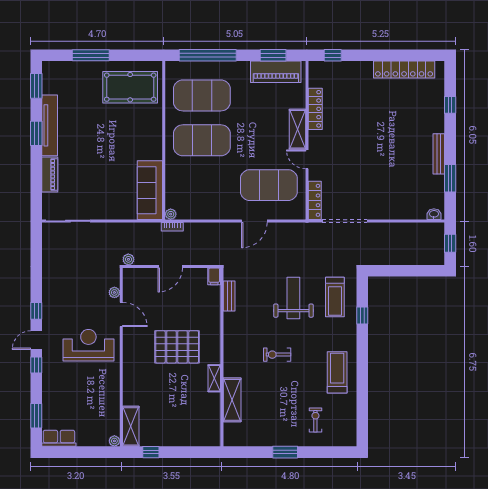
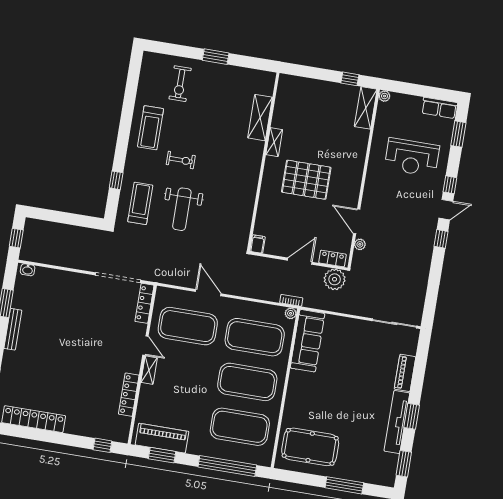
shelving: (297, 129) -> (149, 370), width x0.67, depth x0.75
exercise mat: (202, 185) -> (255, 337), added
door: (254, 221) -> (208, 293), hinge flipped
plant: (128, 259) -> (335, 279), width x1.88, depth x1.88
locker: (139, 274) -> (332, 258), added
bench: (229, 296) -> (246, 222), removed
reception desk: (88, 345) -> (412, 157), moved
exercise bike: (277, 355) -> (181, 160), moved
exercise bike: (315, 420) -> (180, 84), width x1.38, depth x1.39

